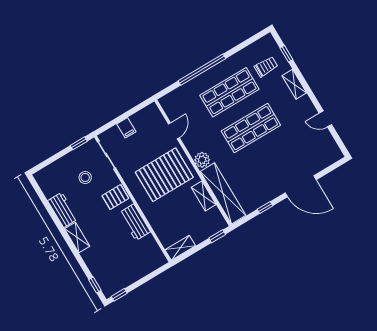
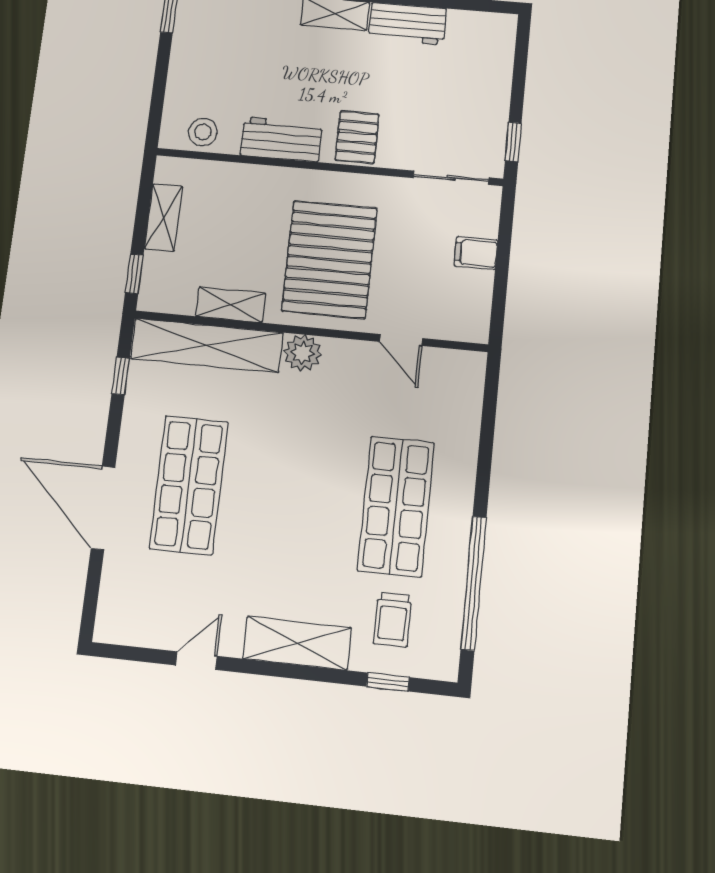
window: (202, 70) -> (474, 583), moved
shelving: (294, 84) -> (297, 643), width x1.50, depth x1.33
shop shelf: (251, 128) -> (189, 485), moved
stool: (85, 177) -> (203, 132), moved
door: (301, 186) -> (103, 508), hinge flipped
window: (265, 208) -> (121, 376), moved
shelving: (180, 248) -> (163, 217), moved

